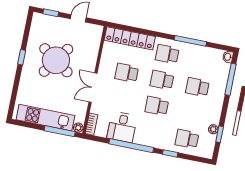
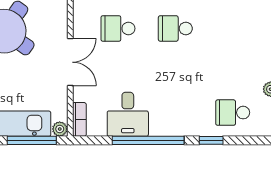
school desk: (197, 87) -> (233, 28), removed
double door: (93, 88) -> (70, 62), swing flipped
school desk: (157, 106) -> (175, 71), removed

